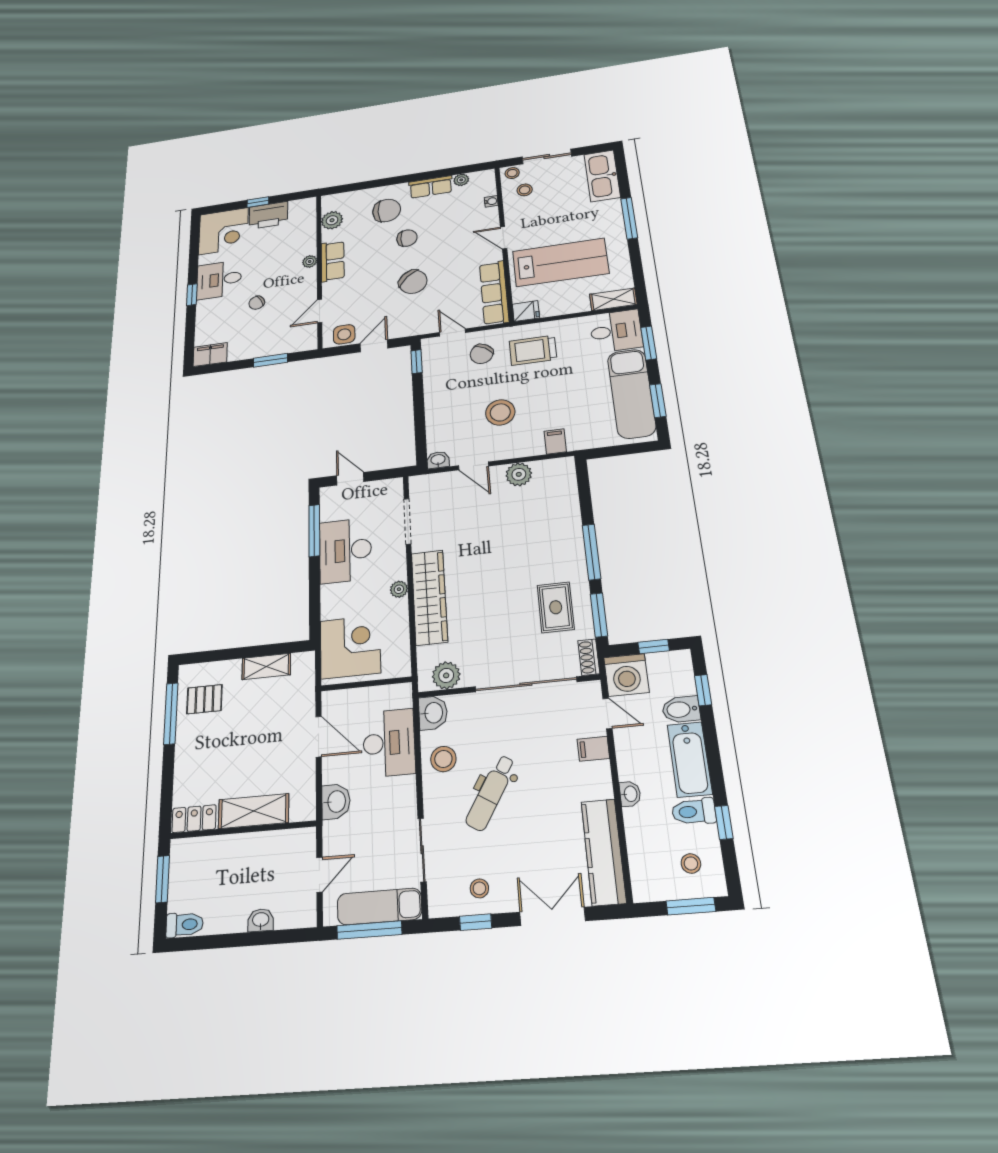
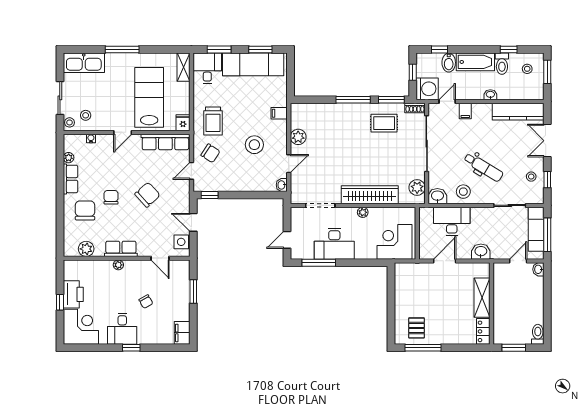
shelving: (266, 666) -> (401, 292), removed
door: (320, 875) -> (518, 261), hinge flipped
washbasin: (261, 920) -> (538, 269), moved

